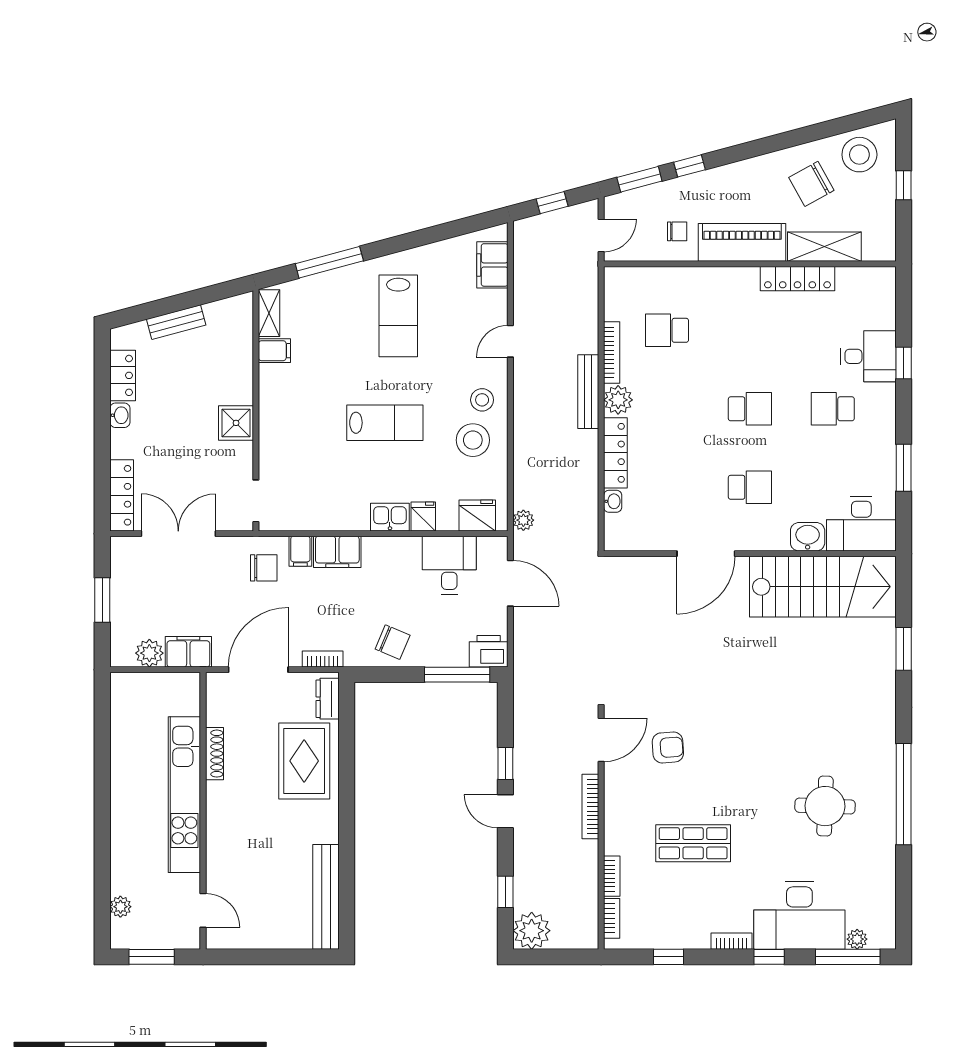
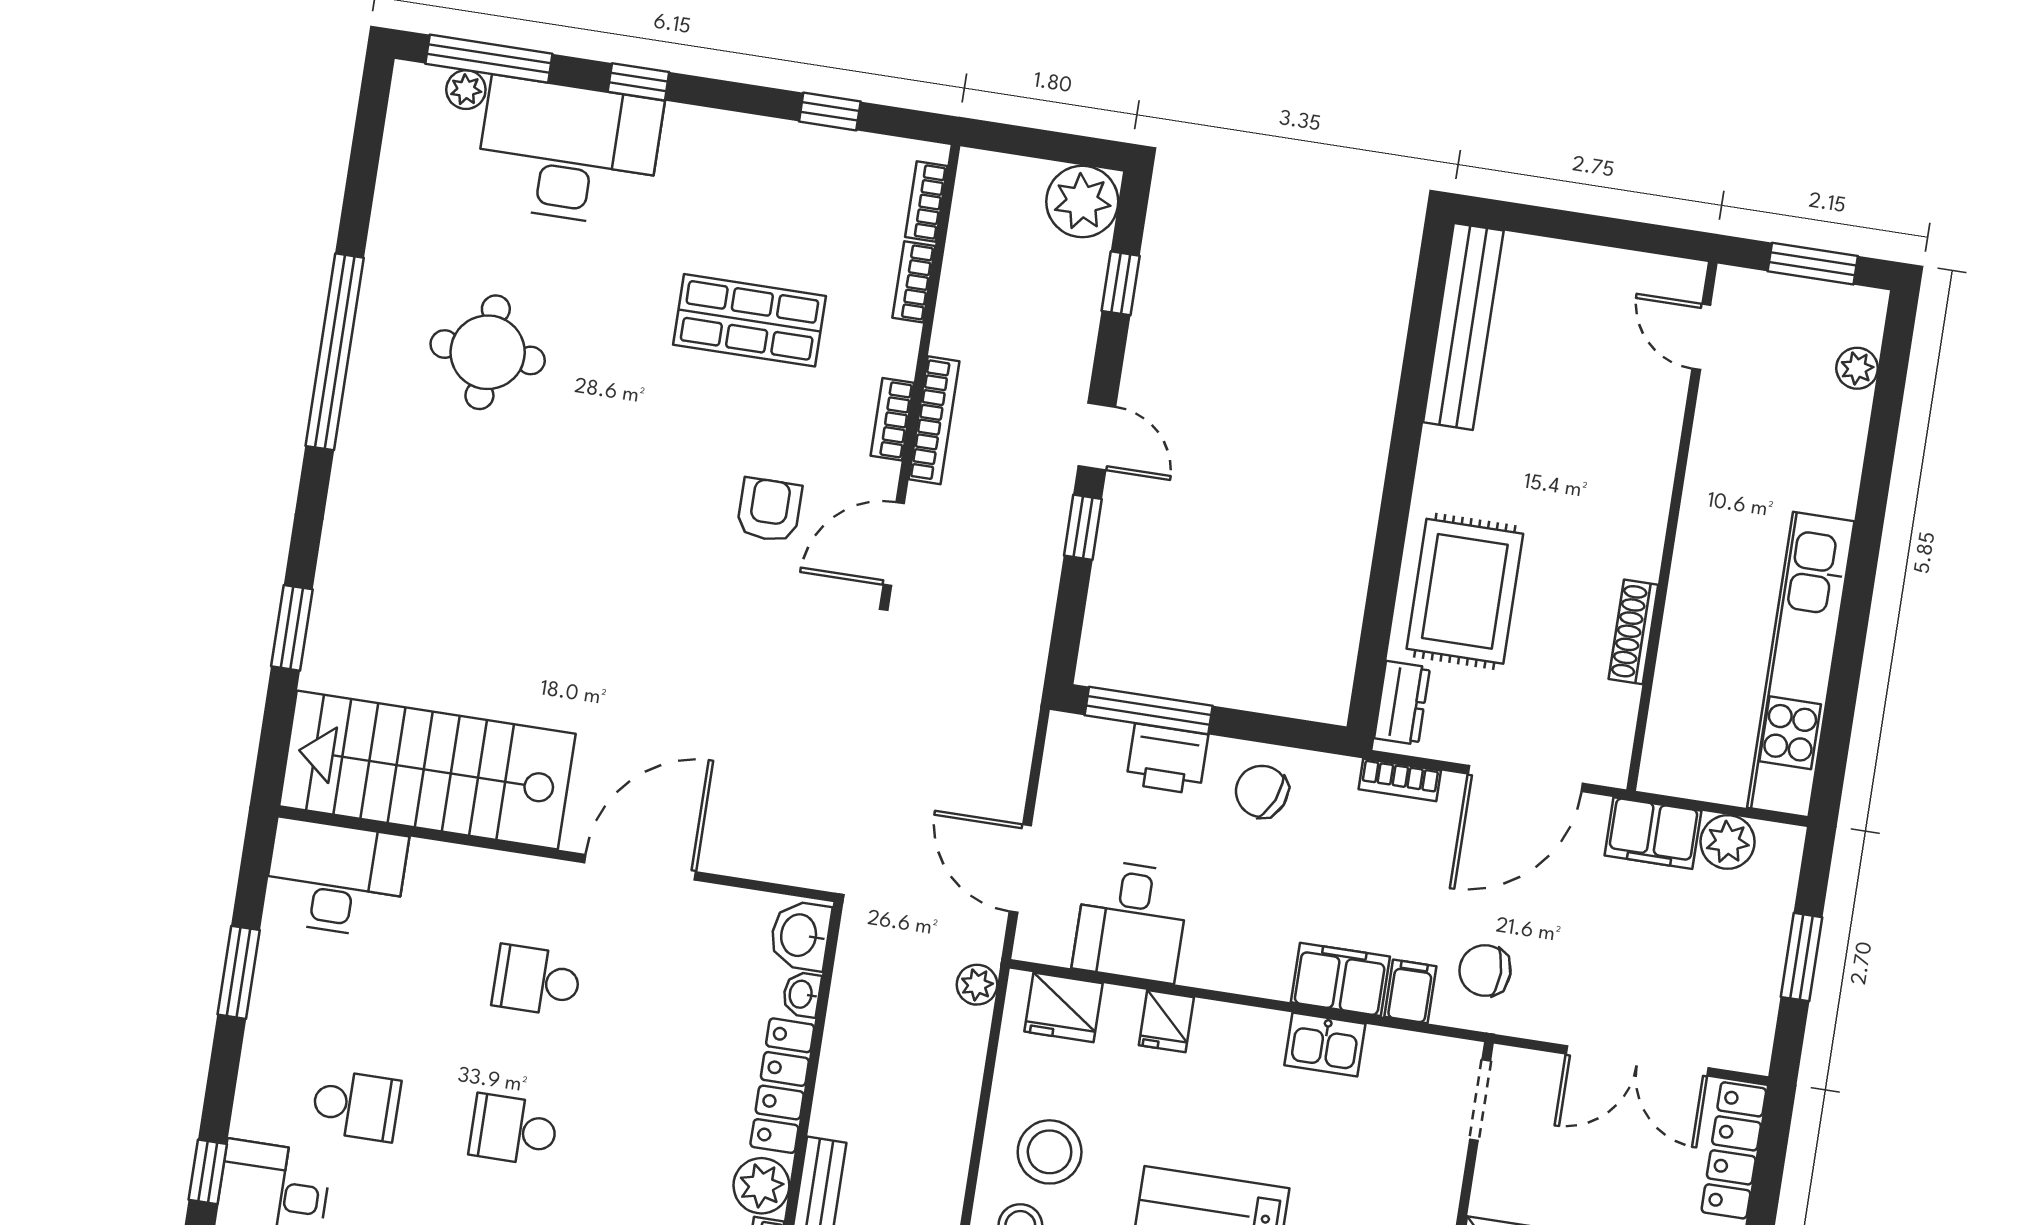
kitchen sink: (390, 517) -> (1325, 1045), moved
washbasin: (808, 537) -> (800, 935), moved, turned 90
printer: (489, 651) -> (1167, 759), moved
armchair: (668, 747) -> (769, 510), turned 94
kitchen unit: (184, 795) -> (1801, 665), moved, turned 180
bookcase: (731, 941) -> (892, 419), moved, turned 90

